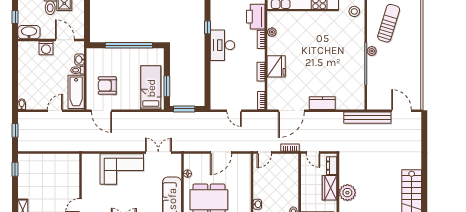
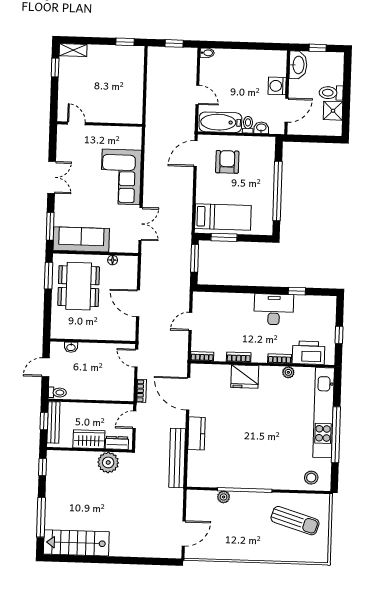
plant: (372, 51) -> (224, 497), moved
bench: (367, 118) -> (177, 458), moved
plant: (347, 193) -> (108, 462), moved

